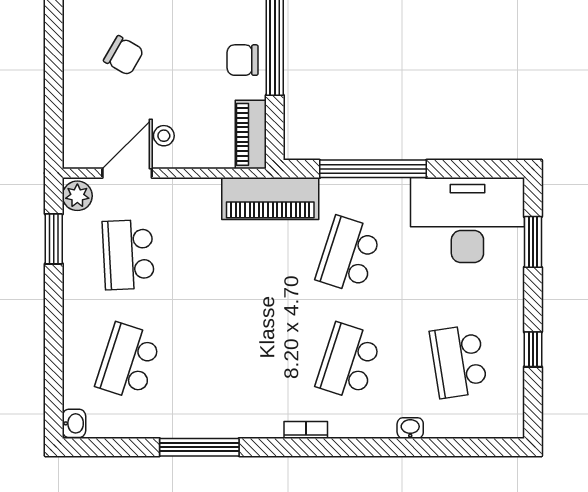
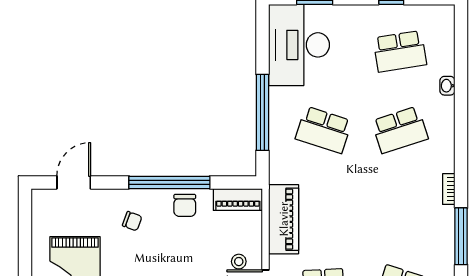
piano: (270, 199) -> (284, 219), moved
school desk: (348, 361) -> (400, 130), turned -36
bookcase: (306, 430) -> (449, 189), moved

